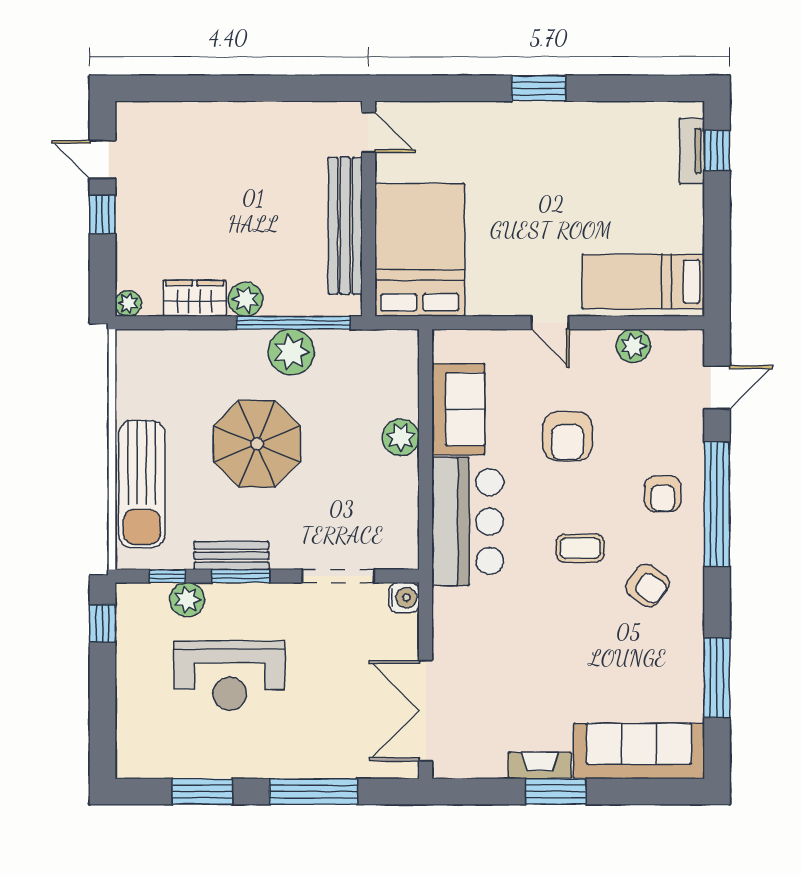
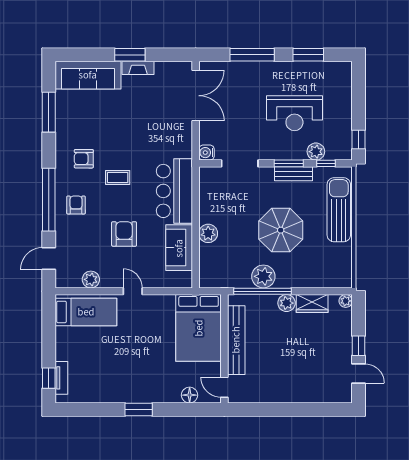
floor lamp: (438, 117) -> (190, 395), added
armchair: (647, 585) -> (84, 159), turned -36
reception desk: (230, 676) -> (294, 113), turned 180

